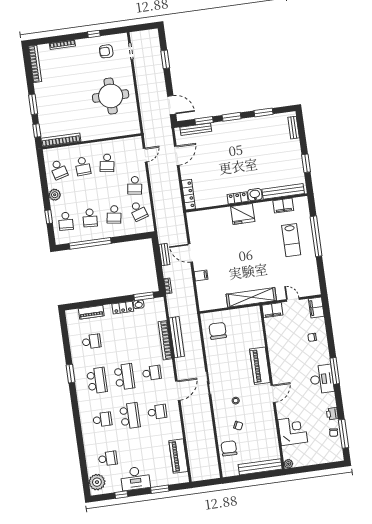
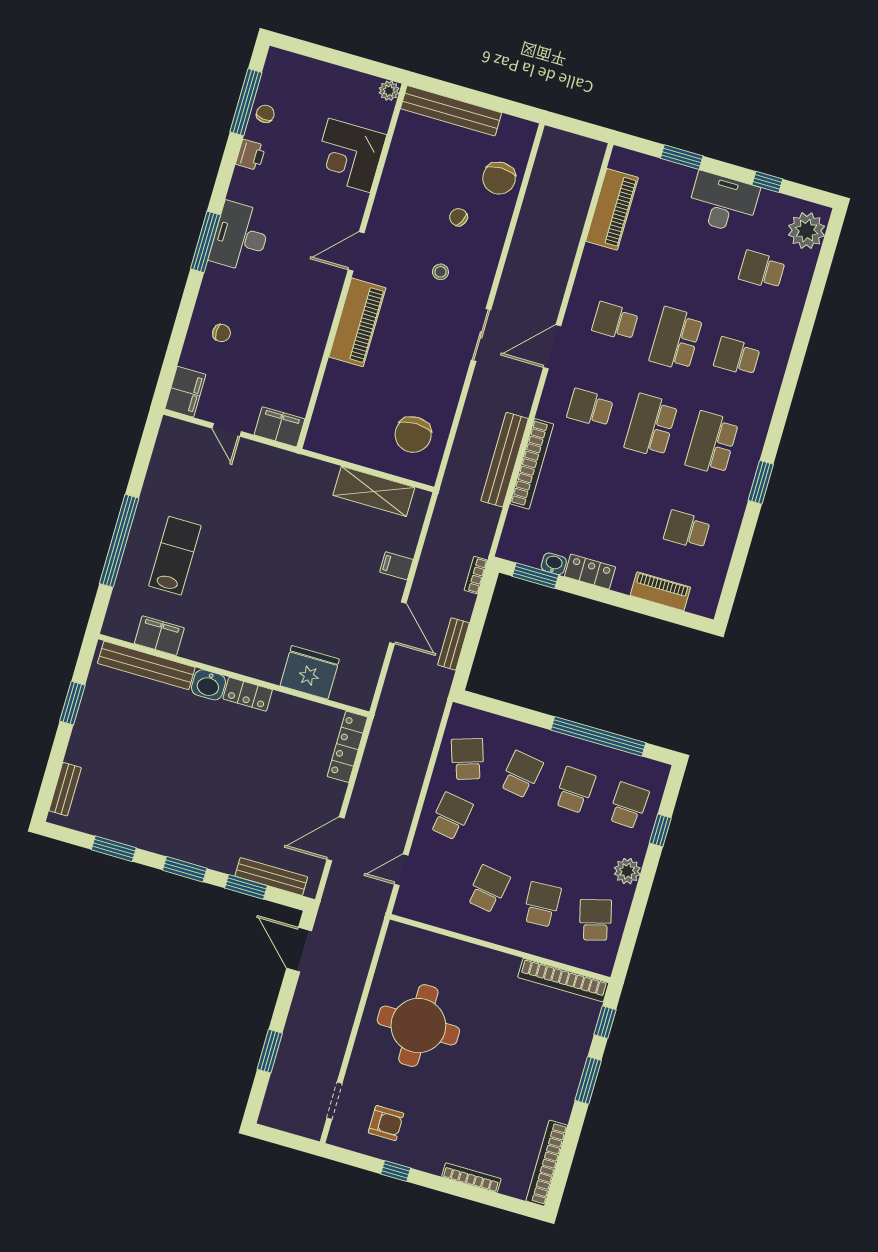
fridge: (243, 214) -> (310, 672), moved
shelving: (251, 297) -> (374, 491), moved, width x0.68

